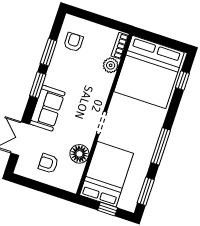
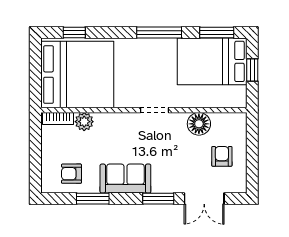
window: (38, 85) -> (158, 199), moved
sofa: (47, 108) -> (125, 179), moved
armchair: (48, 163) -> (222, 156), turned 180
bed: (107, 174) -> (212, 61), moved

